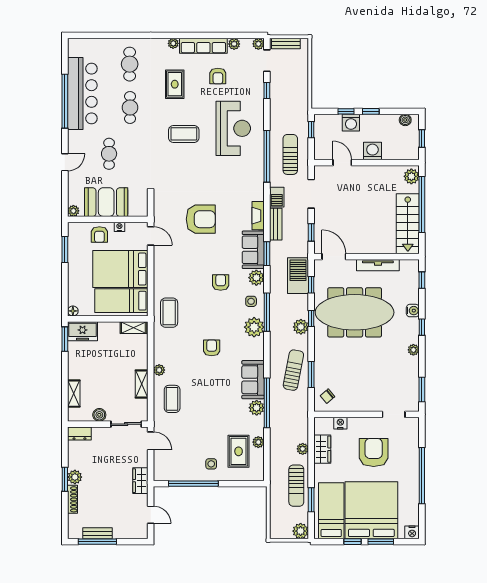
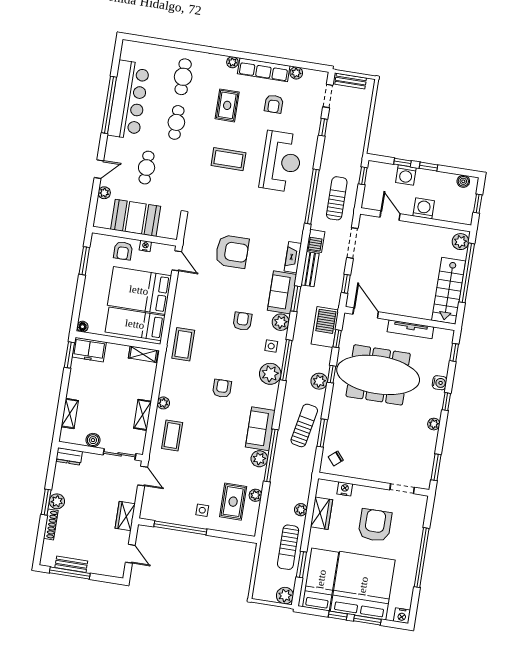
plant: (258, 44) -> (322, 77), removed
plant: (73, 211) -> (104, 193), moved

